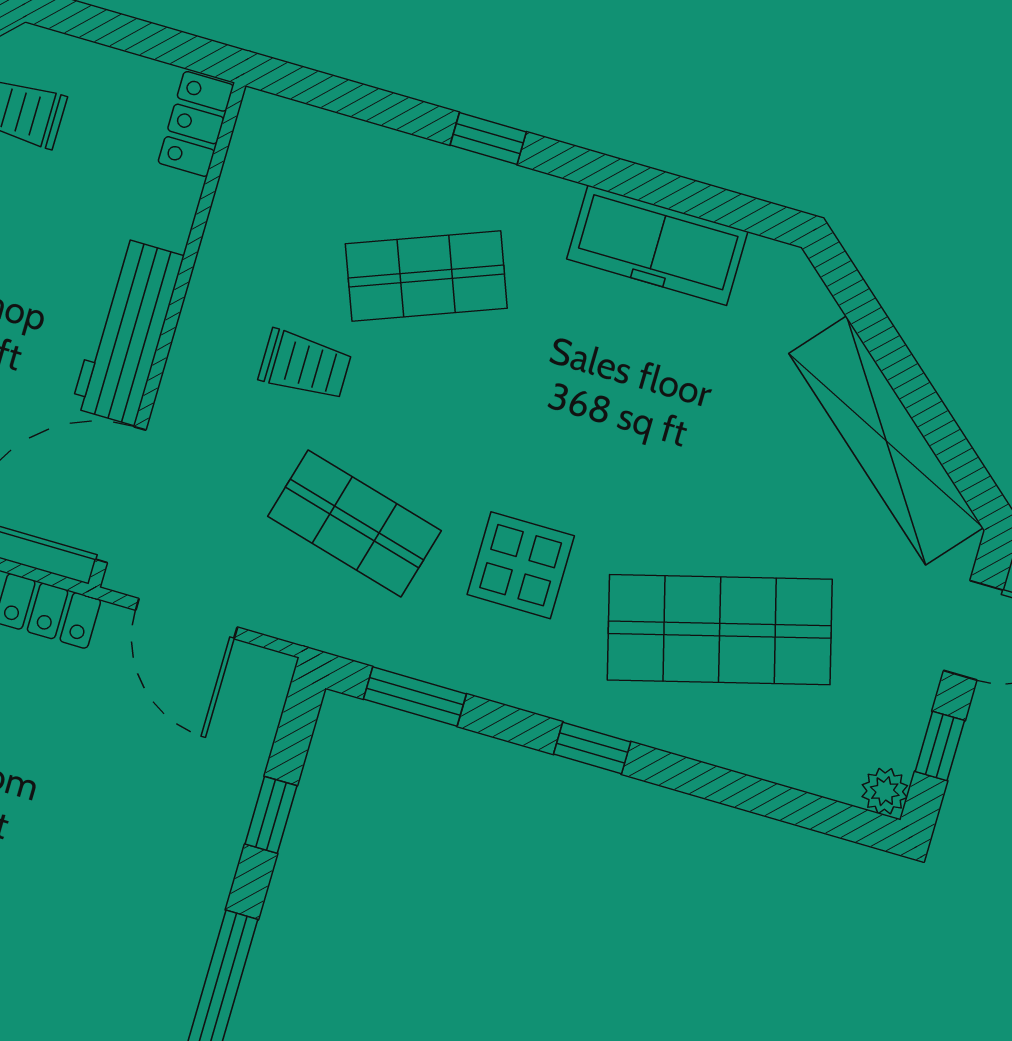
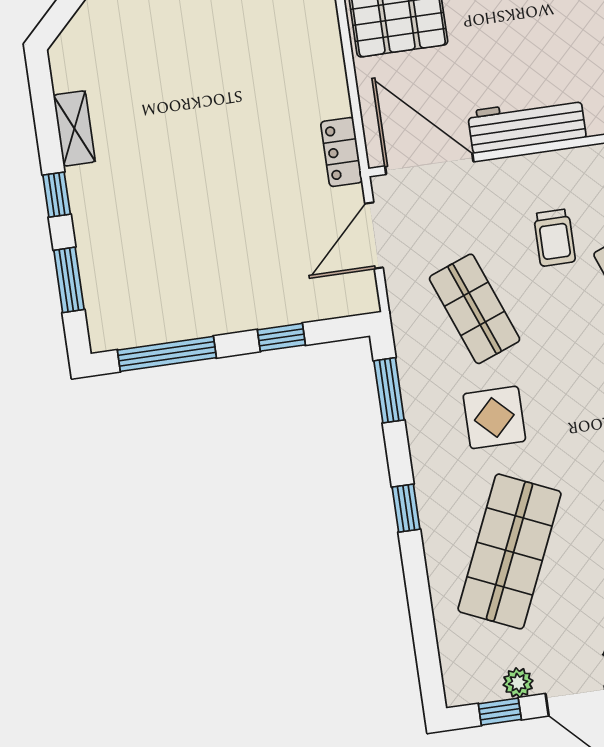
shop shelf: (354, 523) -> (475, 309), turned -36
shop shelf: (720, 630) -> (510, 551), turned 39
plant: (885, 791) -> (518, 683), moved

